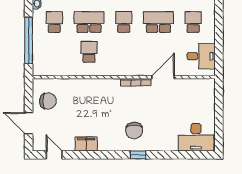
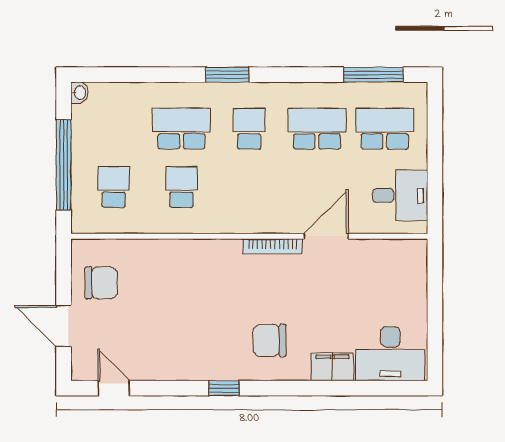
school desk: (54, 22) -> (114, 187), moved
school desk: (193, 22) -> (385, 129), width x1.85
chair: (134, 131) -> (269, 340), turned 90
filing cabinet: (86, 144) -> (332, 367), moved
window: (138, 155) -> (224, 388), moved

